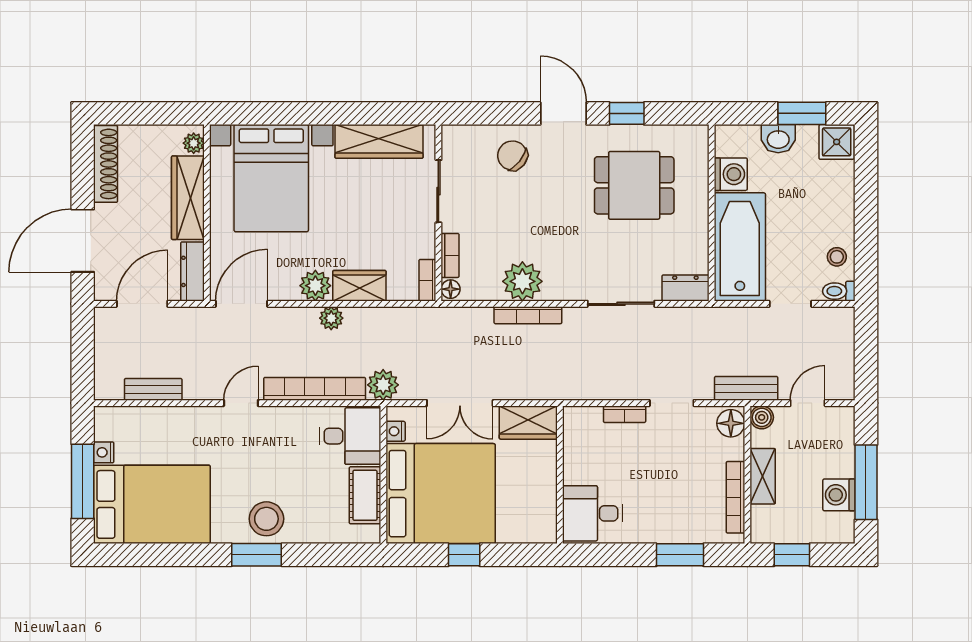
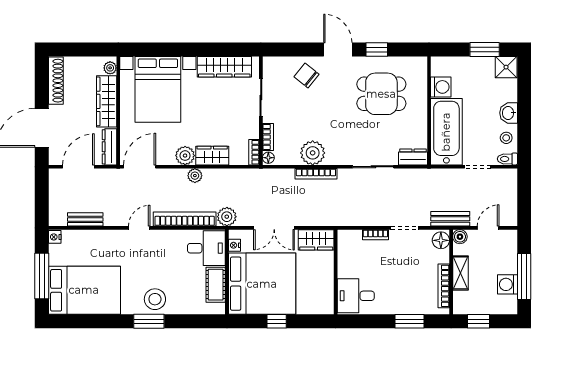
washbasin: (778, 139) -> (509, 113), moved, turned 90
nightstand: (104, 452) -> (55, 237), moved

